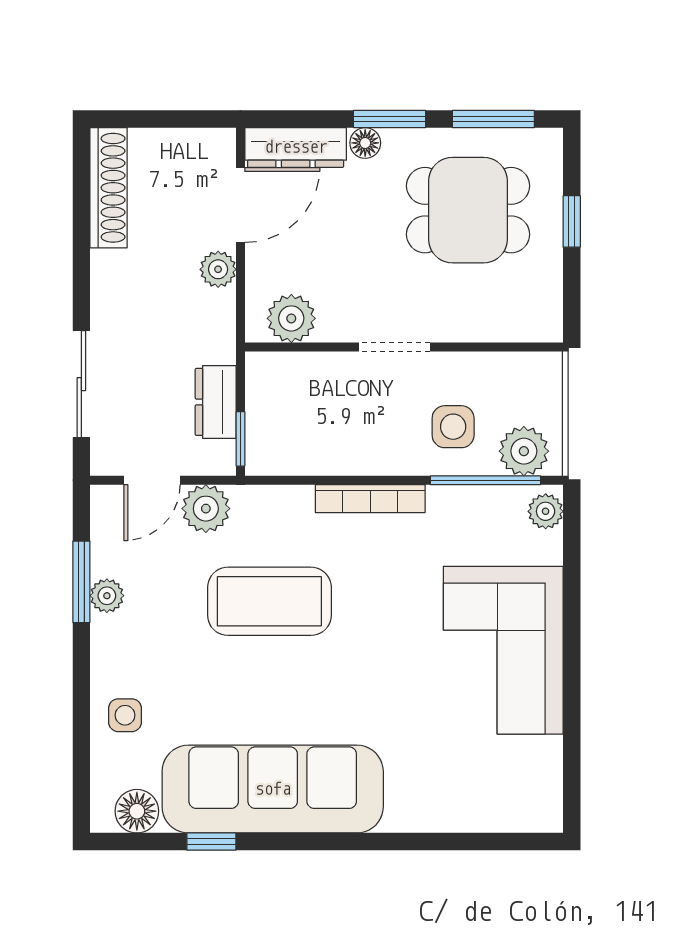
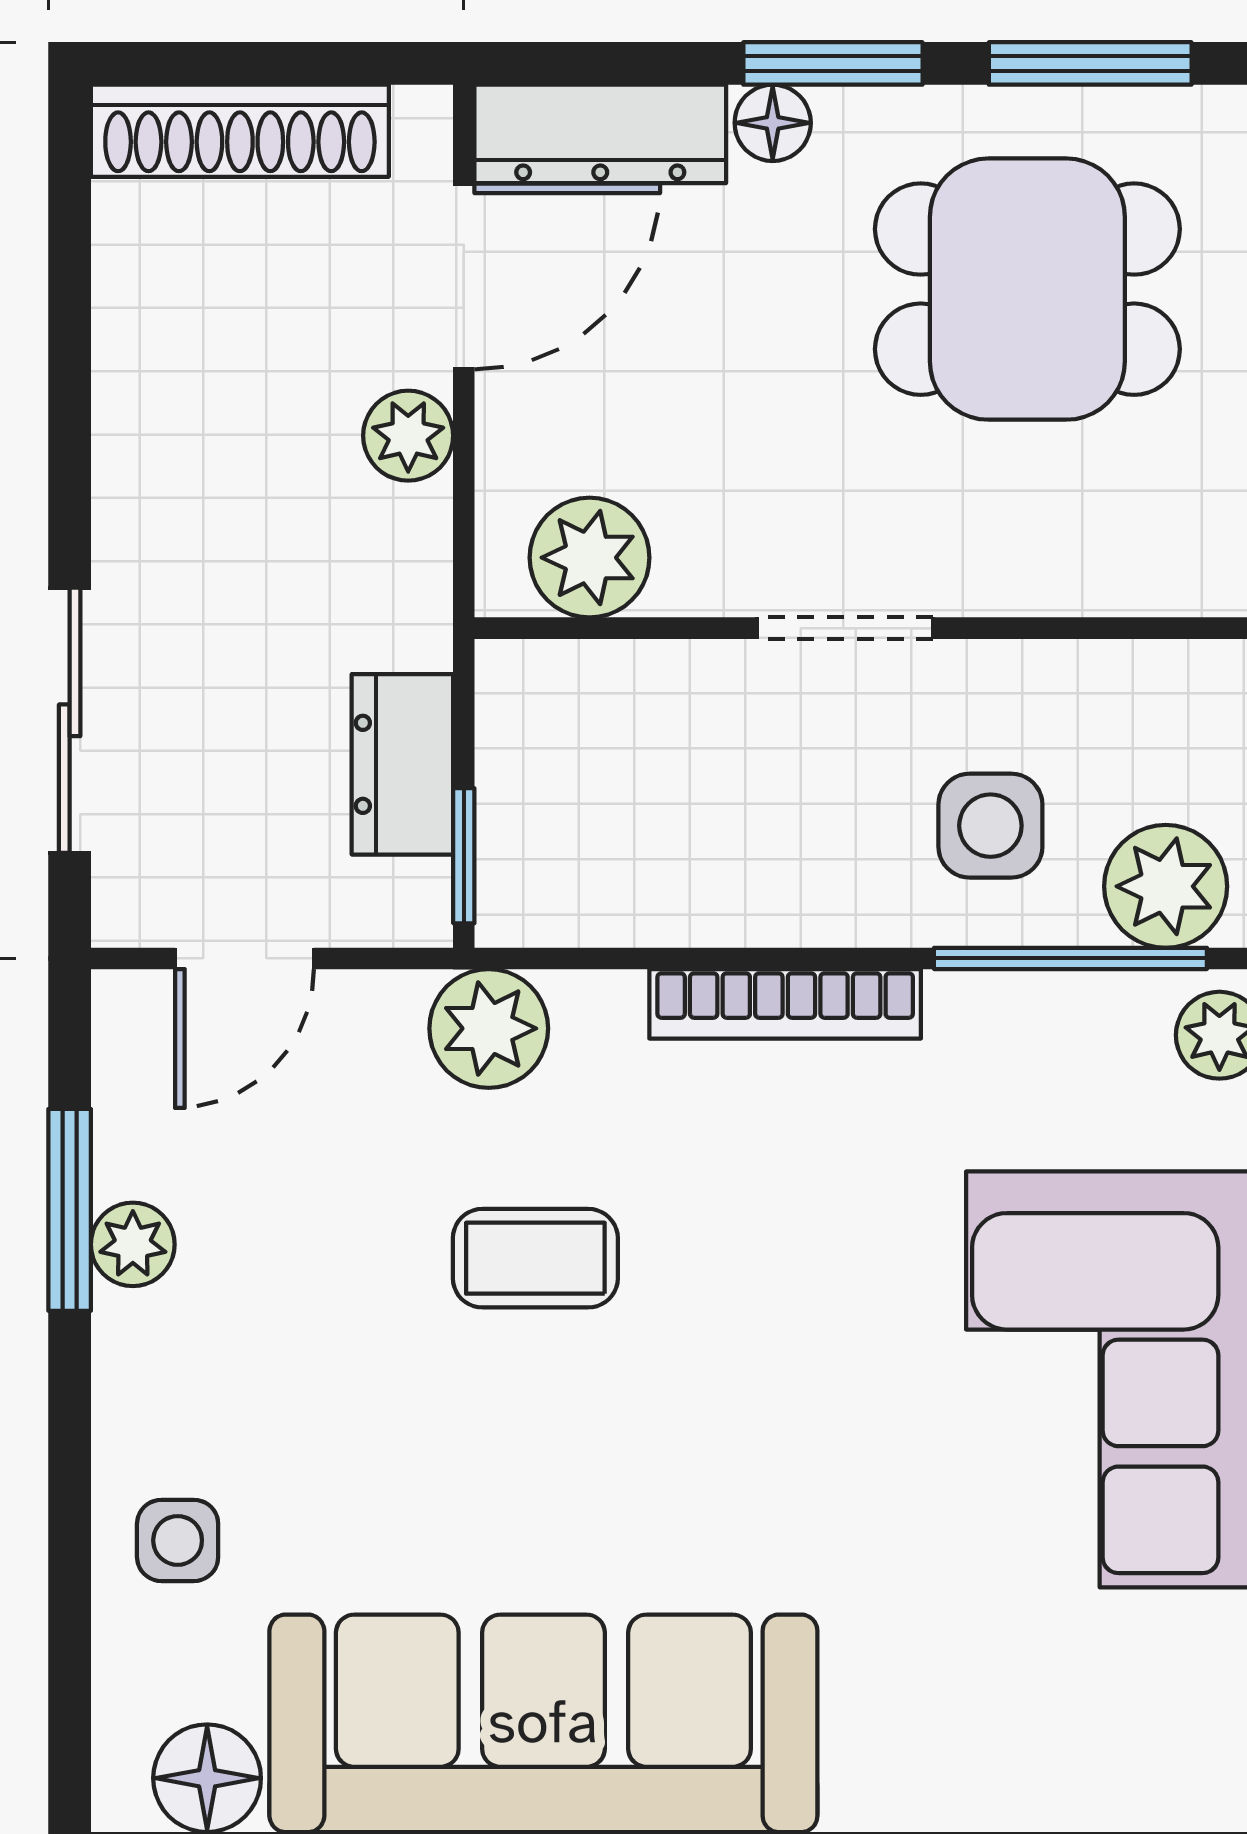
shoe rack: (109, 188) -> (240, 131), moved, turned 90
plant: (206, 509) -> (489, 1028), moved
coffee table: (269, 601) -> (535, 1258), width x0.54, depth x0.58

